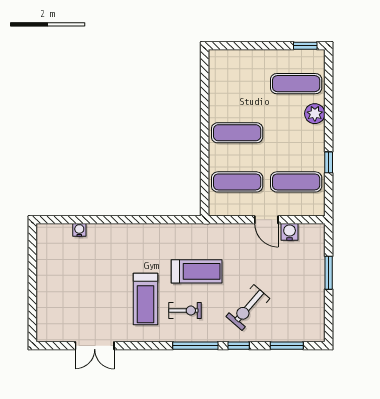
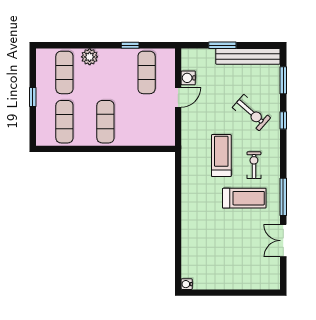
window: (305, 46) -> (33, 97), moved
exercise mat: (237, 182) -> (64, 122), moved
water cooler: (79, 230) -> (187, 284), moved
bench: (315, 303) -> (248, 56), added
double door: (95, 346) -> (283, 241), swing flipped
window: (195, 346) -> (283, 197), moved

